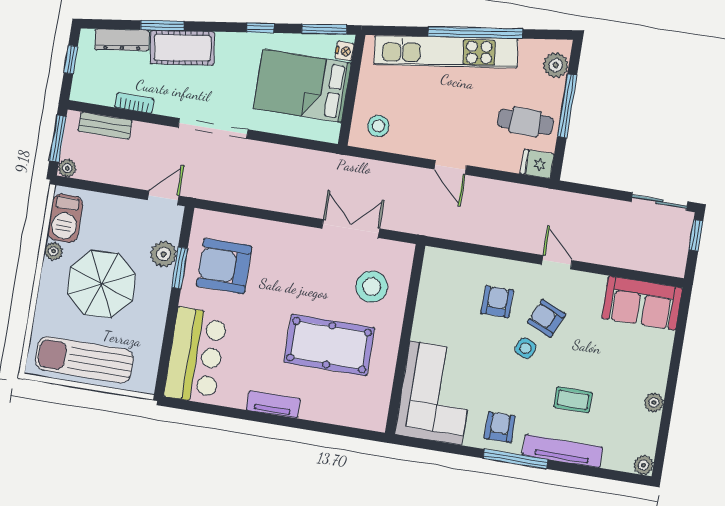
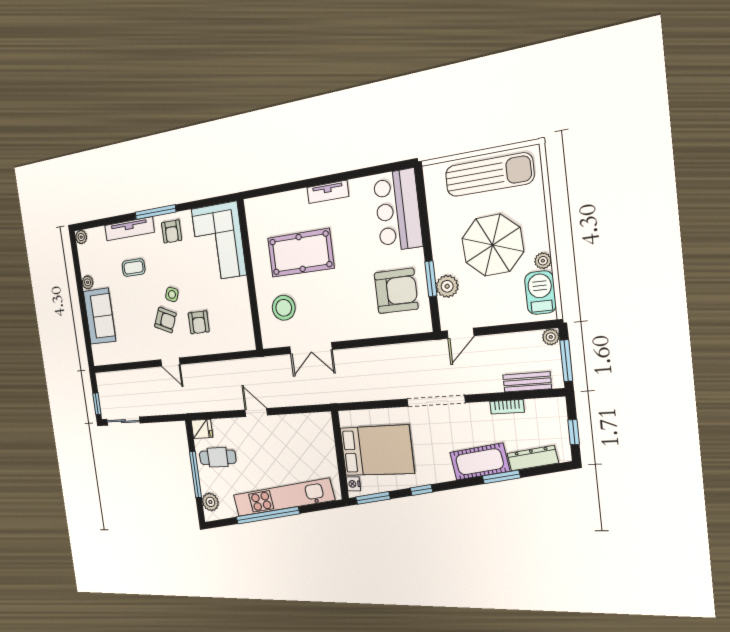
stool: (378, 126) -> (313, 432), removed
sofa: (642, 303) -> (99, 316), moved, turned 90

